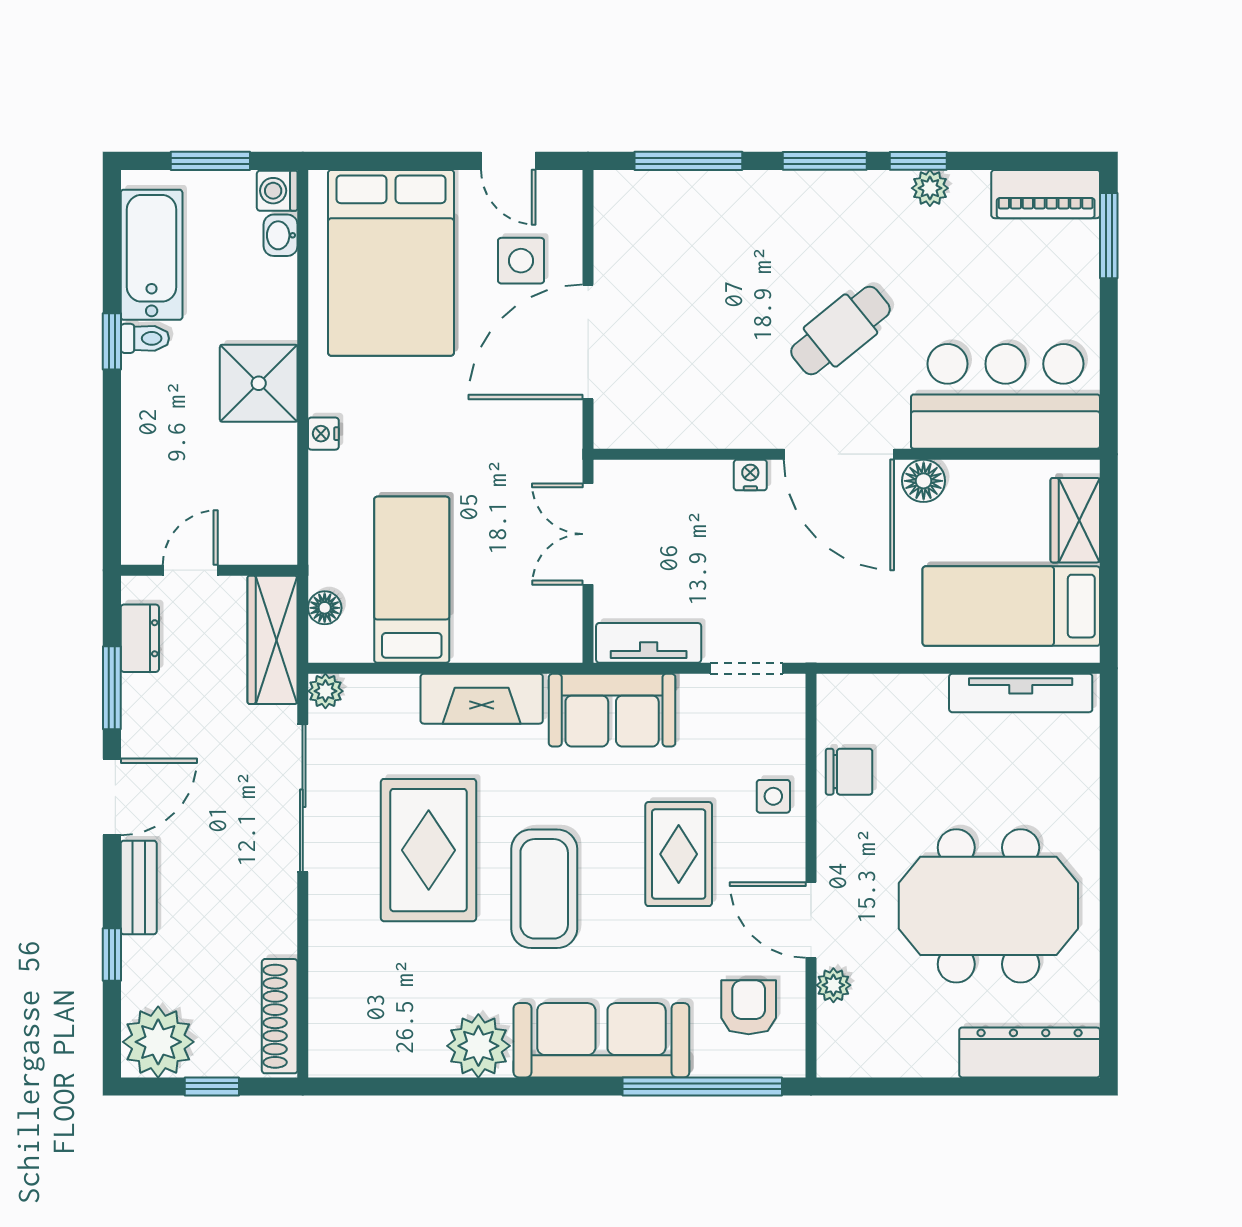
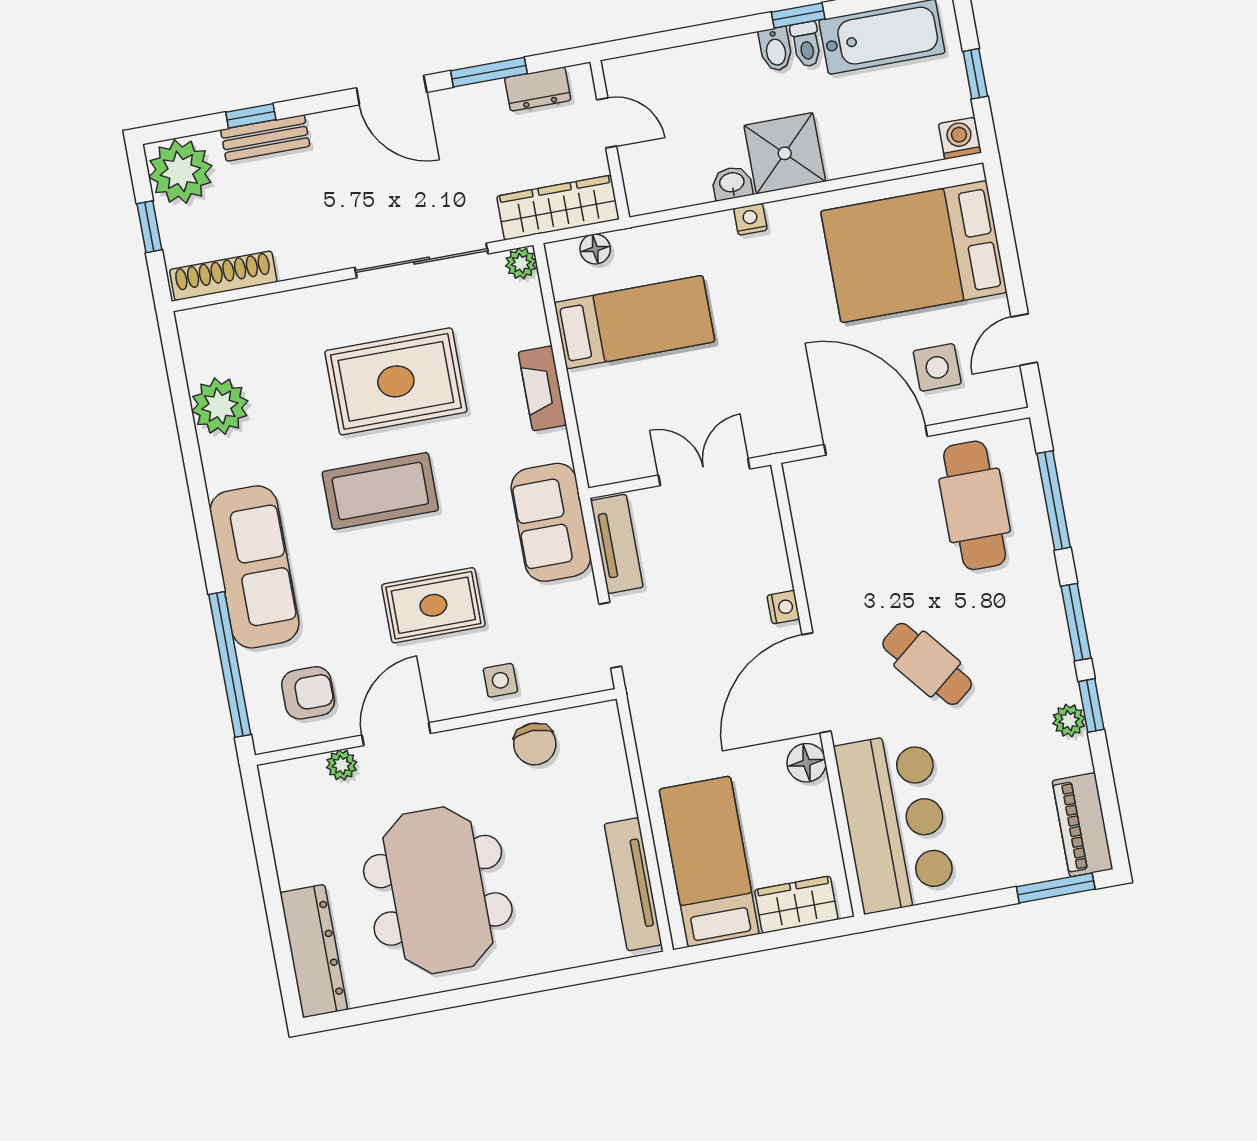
window: (210, 161) -> (975, 74), width x0.67
washbasin: (281, 235) -> (732, 183), moved
cafe table: (678, 247) -> (975, 505), added
bidet: (144, 373) -> (776, 49), added
fireplace: (482, 699) -> (542, 388), width x0.73, depth x0.76
bench: (139, 887) -> (265, 138), moved
plant: (478, 1046) -> (220, 406), moved

